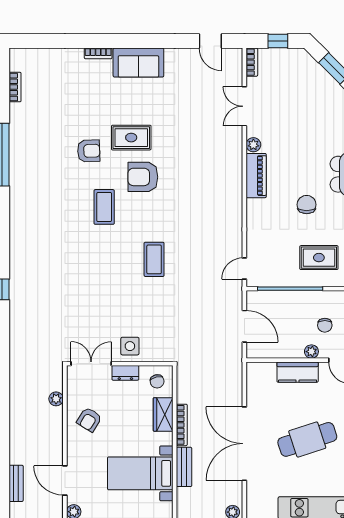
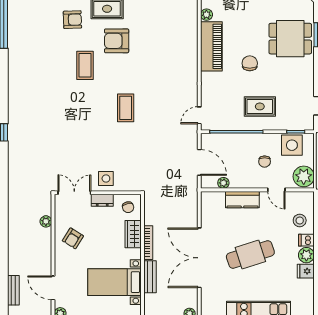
piano: (256, 176) -> (211, 46), width x1.37, depth x1.33
plant: (311, 352) -> (223, 183), moved

